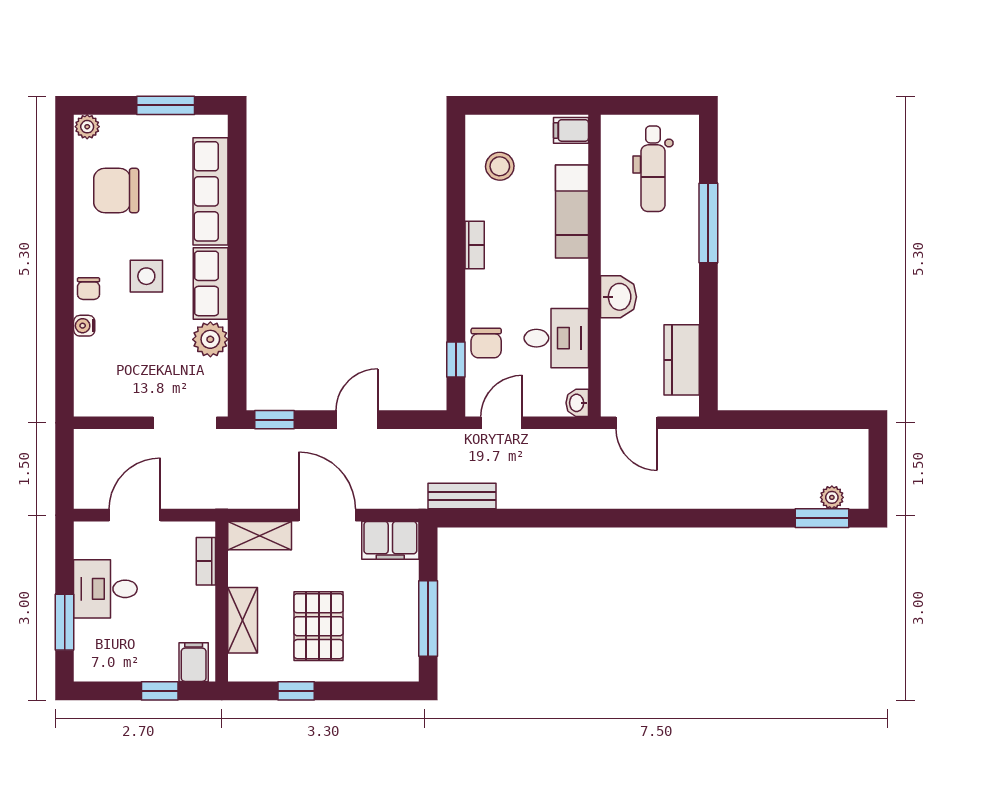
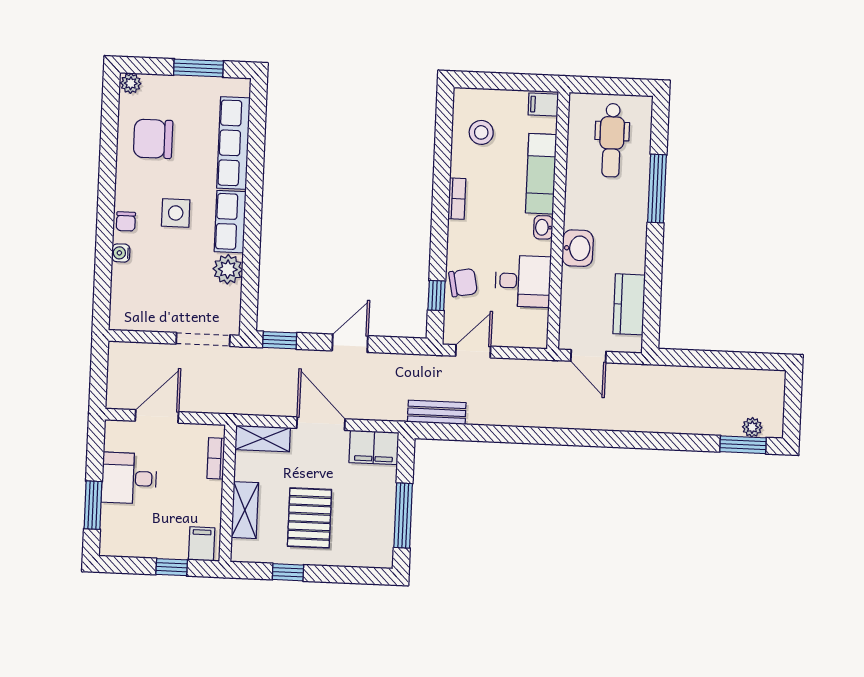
chair: (486, 343) -> (463, 283), turned -101
washbasin: (577, 403) -> (543, 227), moved

